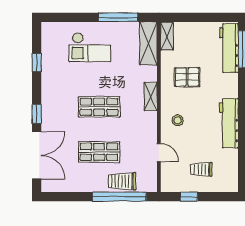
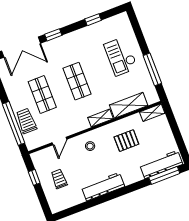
shelving: (148, 43) -> (129, 105), moved
pallet: (187, 77) -> (126, 141), turned 90

